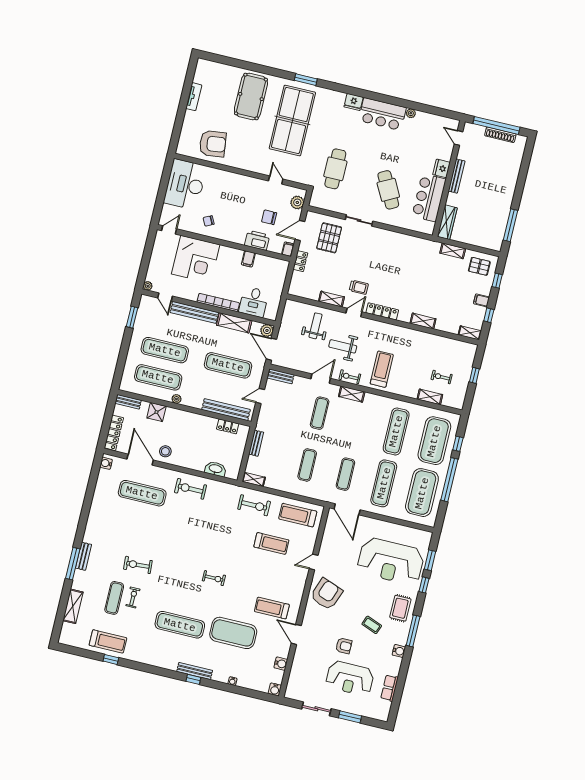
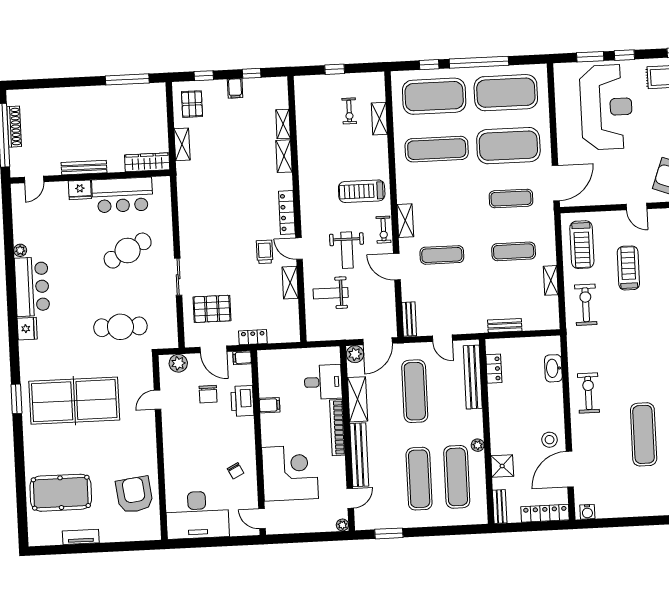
pool table: (251, 96) -> (61, 493), moved
shelving: (470, 333) -> (283, 124), moved
shelving: (254, 479) -> (551, 280), moved
exercise mat: (384, 483) -> (508, 146), width x1.47
exercise bike: (191, 489) -> (588, 393), turned 180
exercise mat: (142, 493) -> (644, 434), moved

